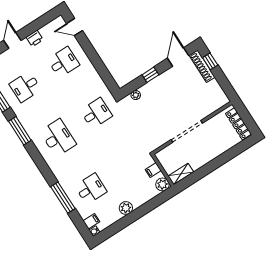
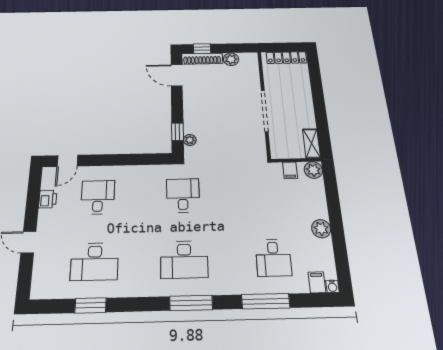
printer: (35, 38) -> (48, 199), moved
window: (150, 75) -> (177, 132), moved
plant: (214, 86) -> (231, 59), added
desk: (25, 87) -> (95, 262), width x1.37
window: (20, 131) -> (191, 303), moved
desk: (58, 138) -> (184, 260), turned 180
desk: (91, 189) -> (273, 258), turned 180

